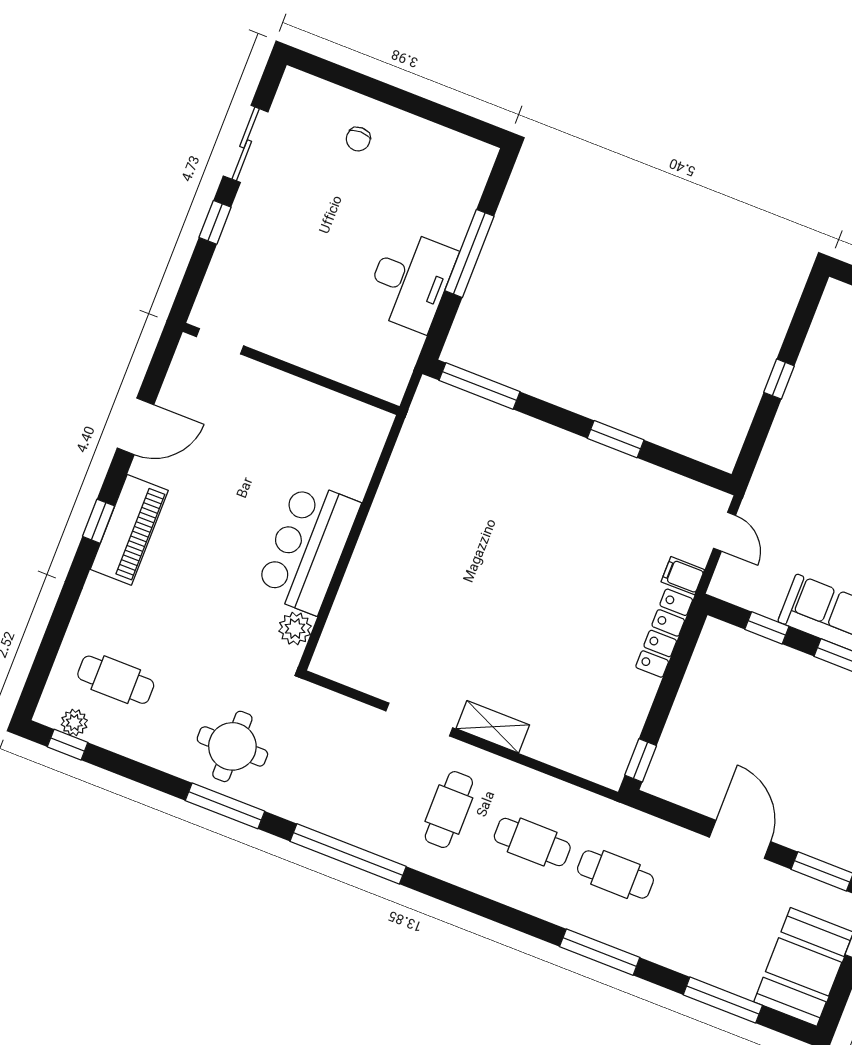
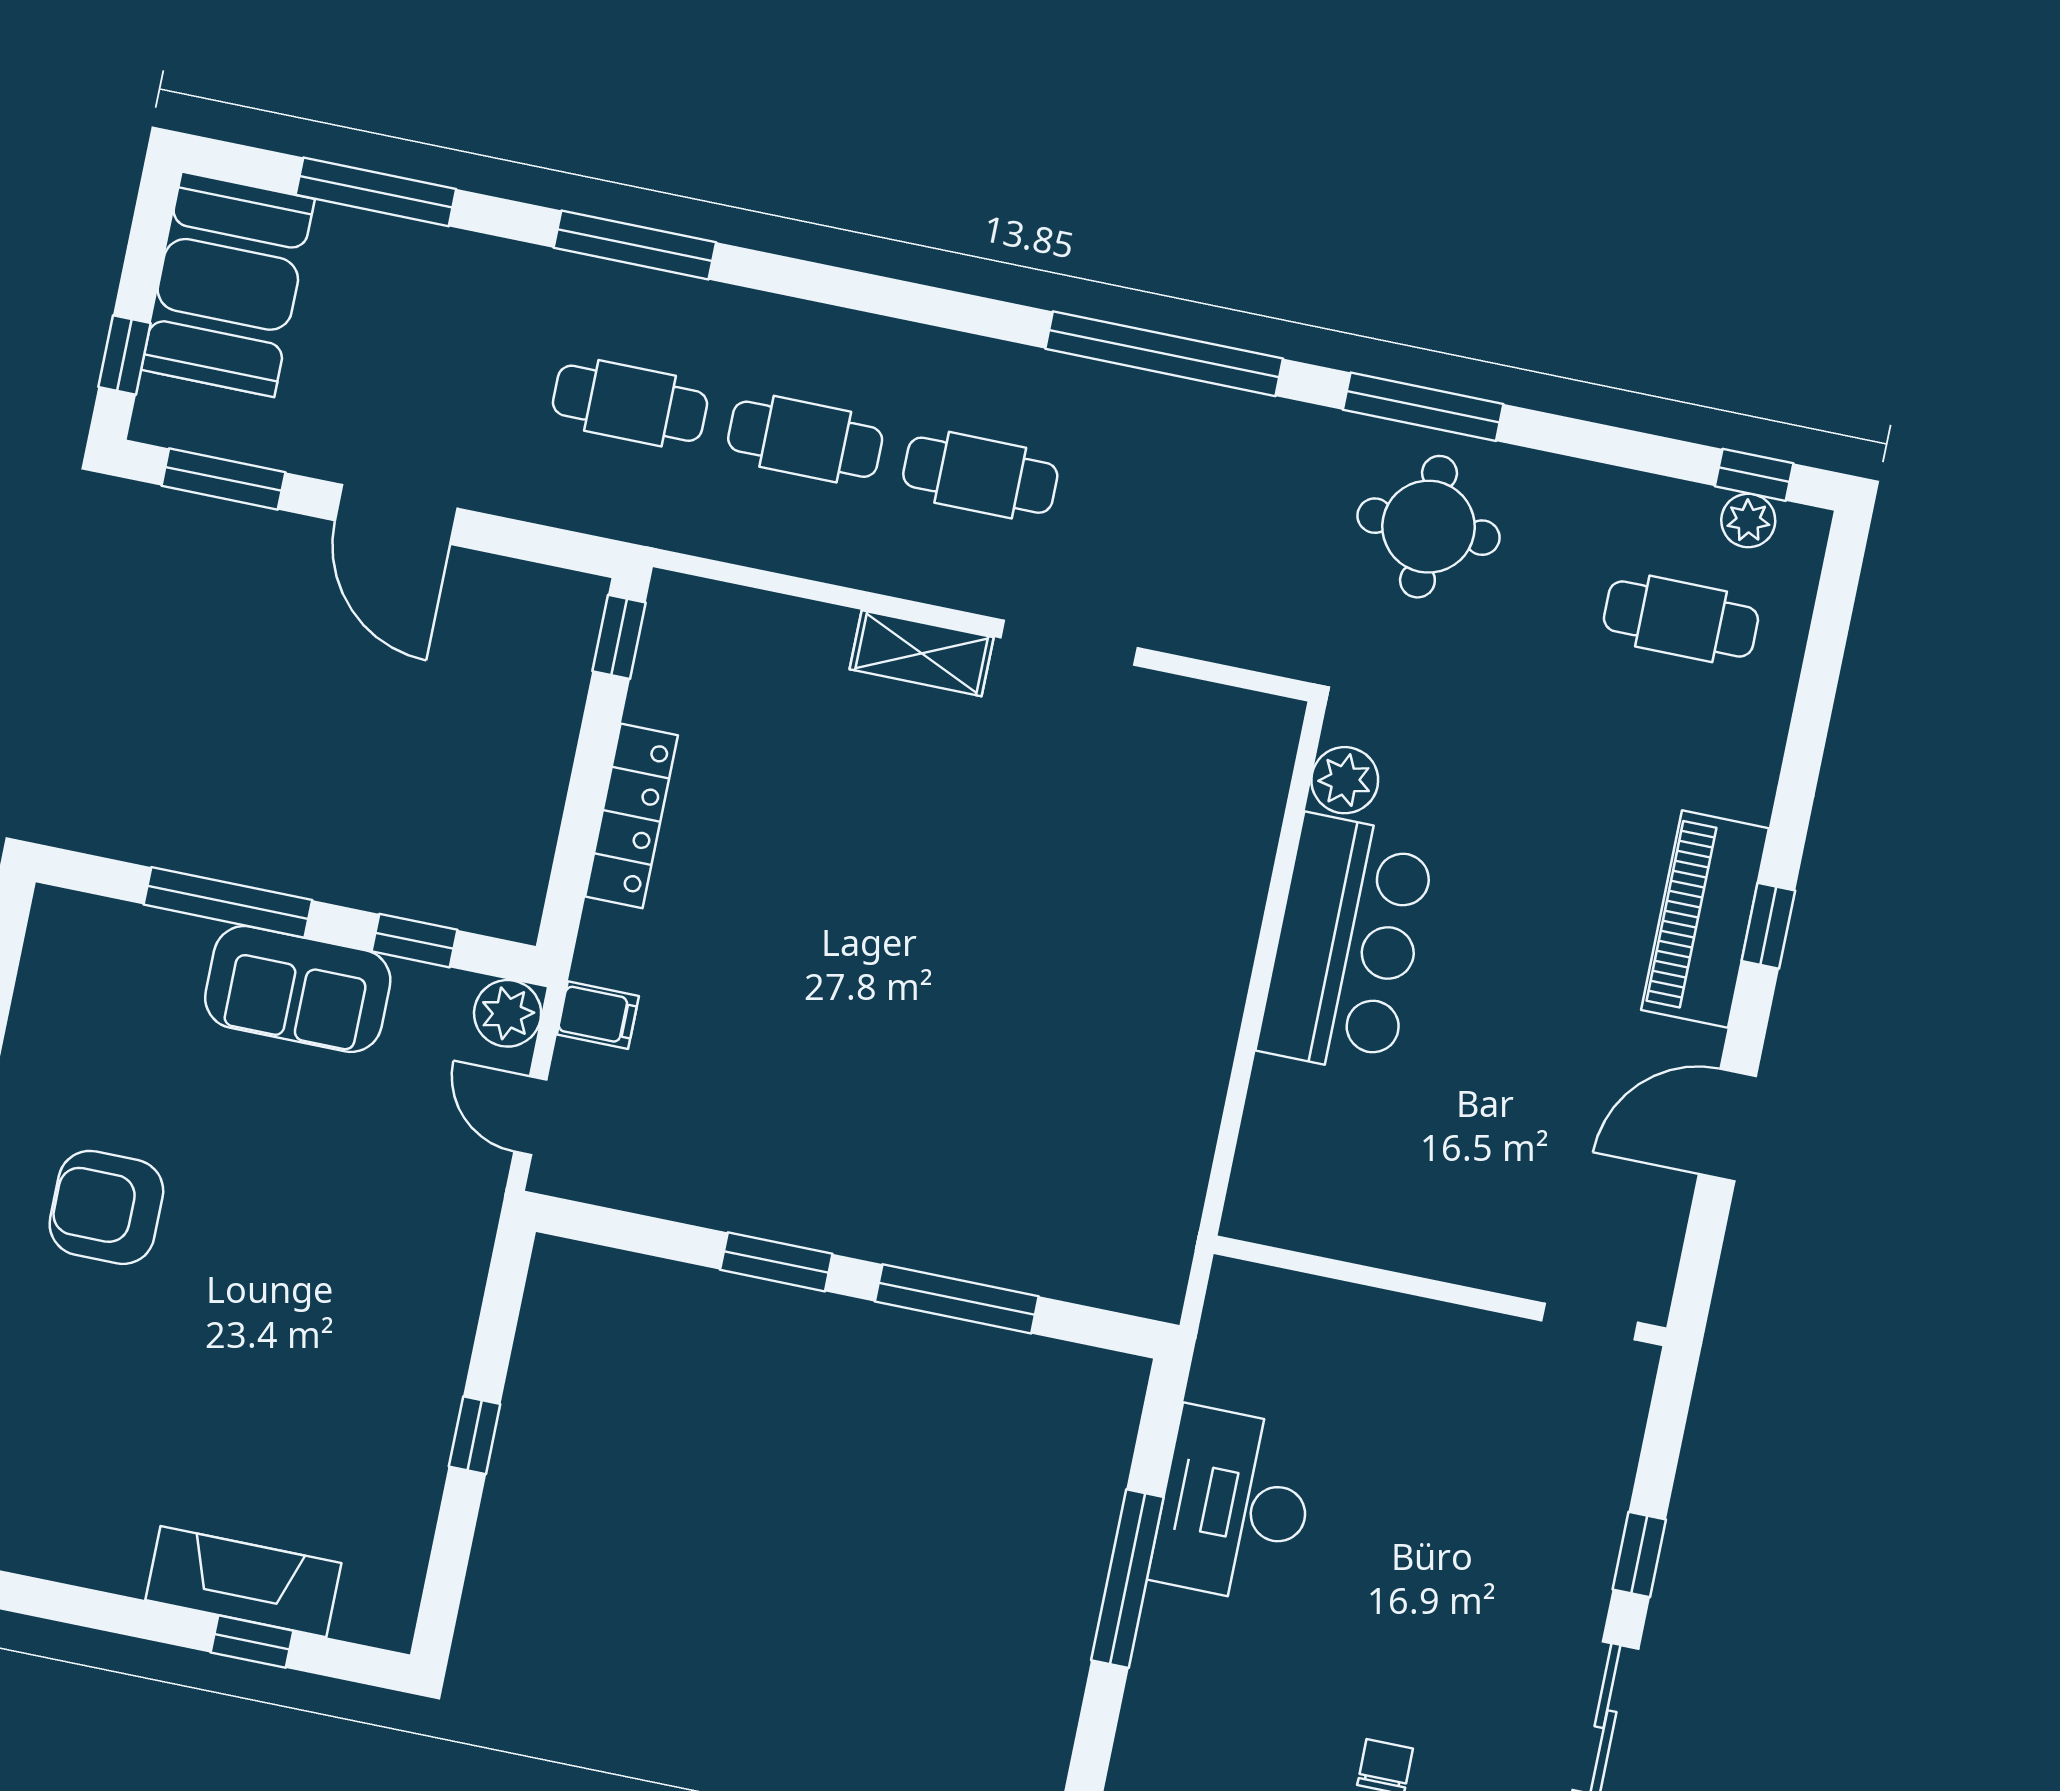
window: (479, 386) -> (957, 1299), moved
plant: (727, 584) -> (508, 1013), added
locker: (664, 633) -> (632, 816), moved
cafe table: (449, 810) -> (980, 475), turned 90

